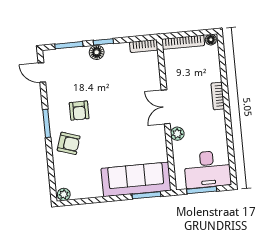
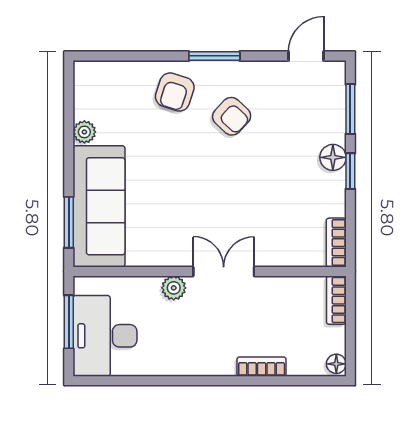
bookcase: (183, 42) -> (336, 300), width x0.64
bookcase: (218, 96) -> (262, 367), moved
armchair: (79, 111) -> (232, 116), turned -137
plant: (64, 194) -> (84, 132), moved

